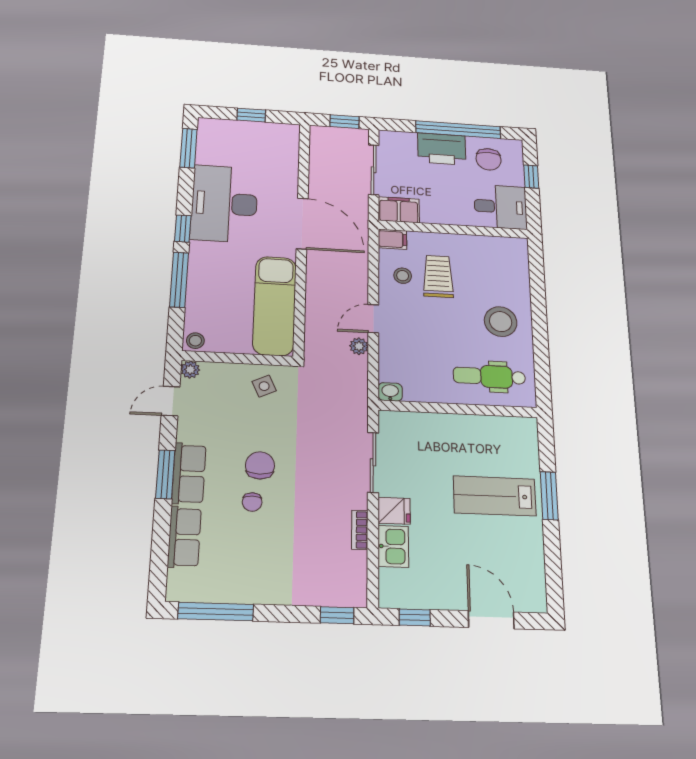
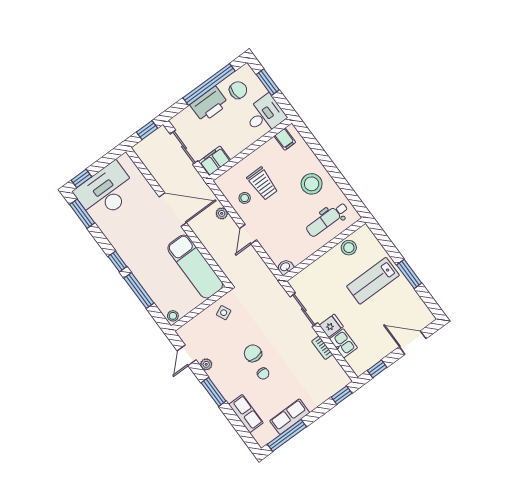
window: (251, 115) -> (81, 178), moved
chair: (489, 159) -> (238, 90), turned -90
window: (531, 177) -> (268, 82), width x1.50
desk: (224, 204) -> (106, 192), moved, turned 90
filing cabinet: (392, 239) -> (285, 139), moved, turned 90
trolley: (438, 276) -> (262, 184), turned 180
plant: (359, 346) -> (222, 213), moved
plant: (190, 370) -> (206, 364), moved
stool: (493, 431) -> (349, 248), added
row of seats: (189, 474) -> (290, 417), moved, turned -90
window: (549, 496) -> (409, 274), moved

